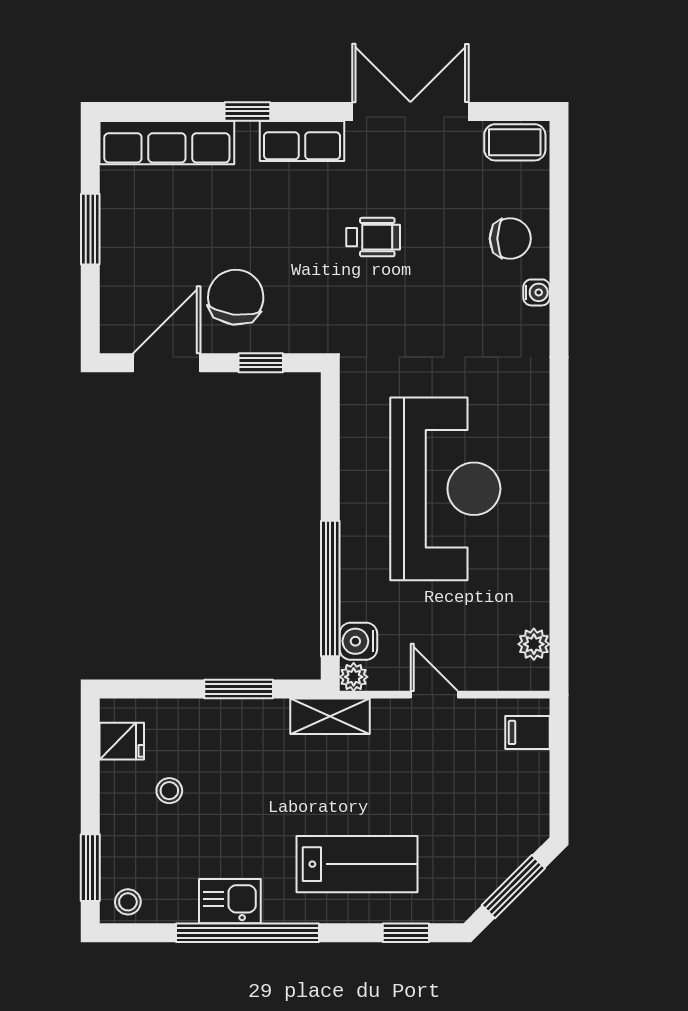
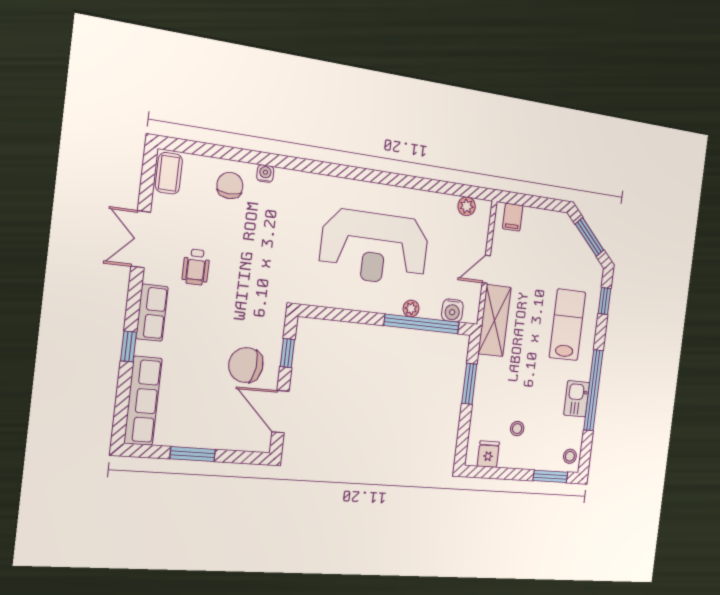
double door: (410, 111) -> (141, 239), width x0.73
wheelchair: (373, 237) -> (196, 267), moved, turned 180
reception desk: (445, 489) -> (374, 247), turned 180
plant: (354, 677) -> (411, 308), moved
shelving: (330, 716) -> (495, 321), width x1.50, depth x1.33

